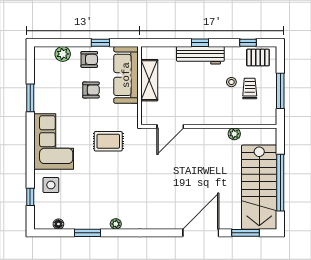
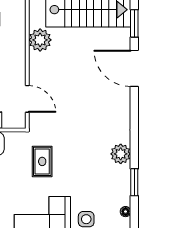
plant: (234, 134) -> (40, 40), width x1.87, depth x1.87
plant: (116, 224) -> (121, 154), width x1.88, depth x1.88

